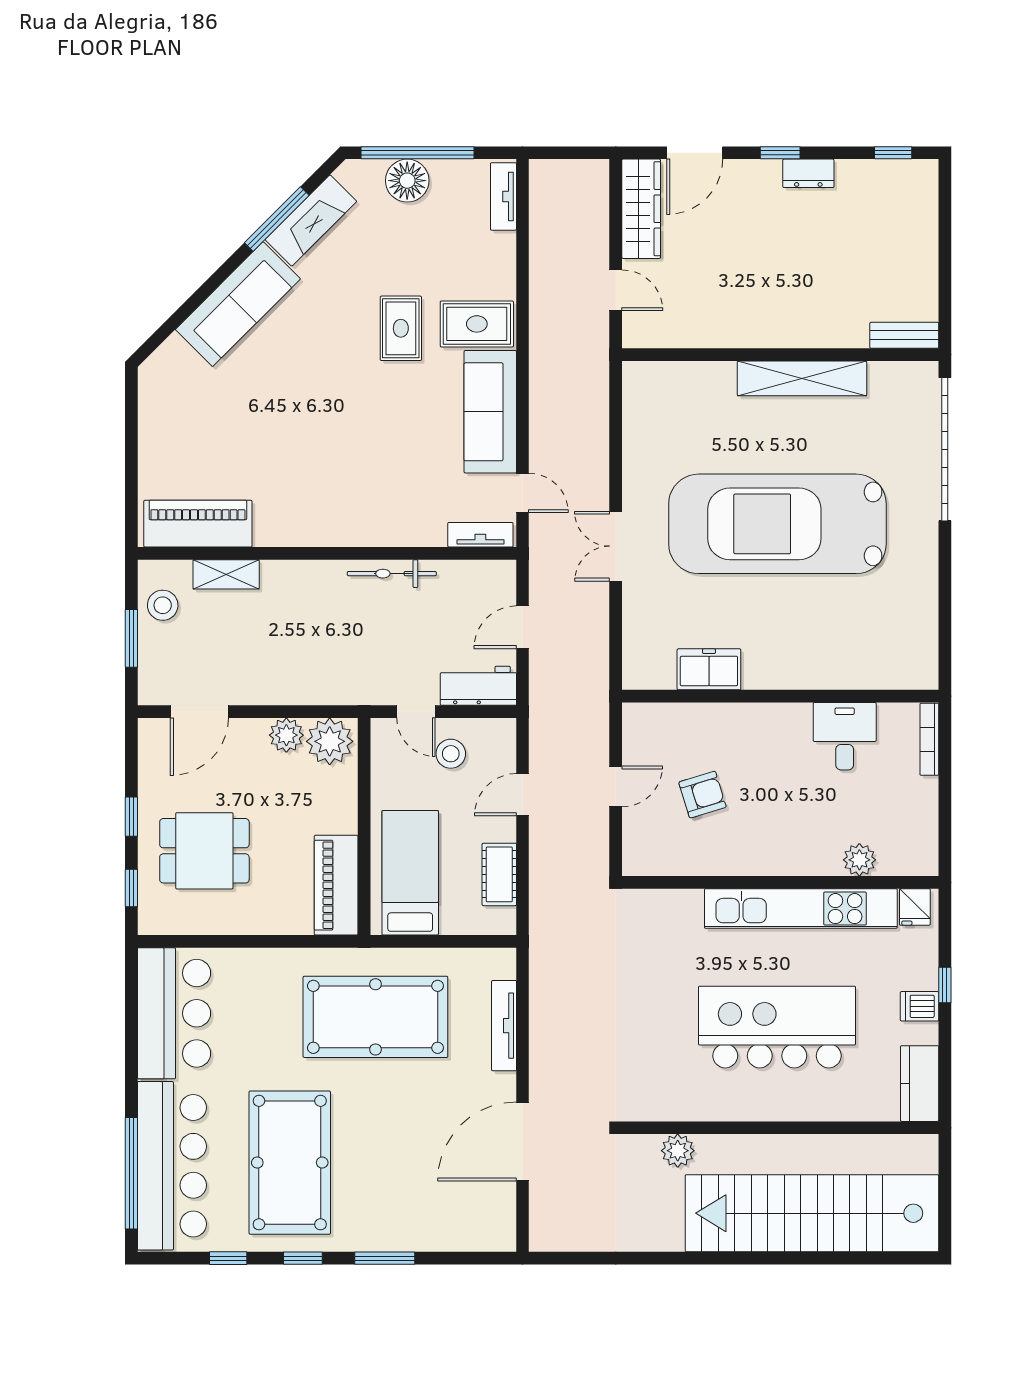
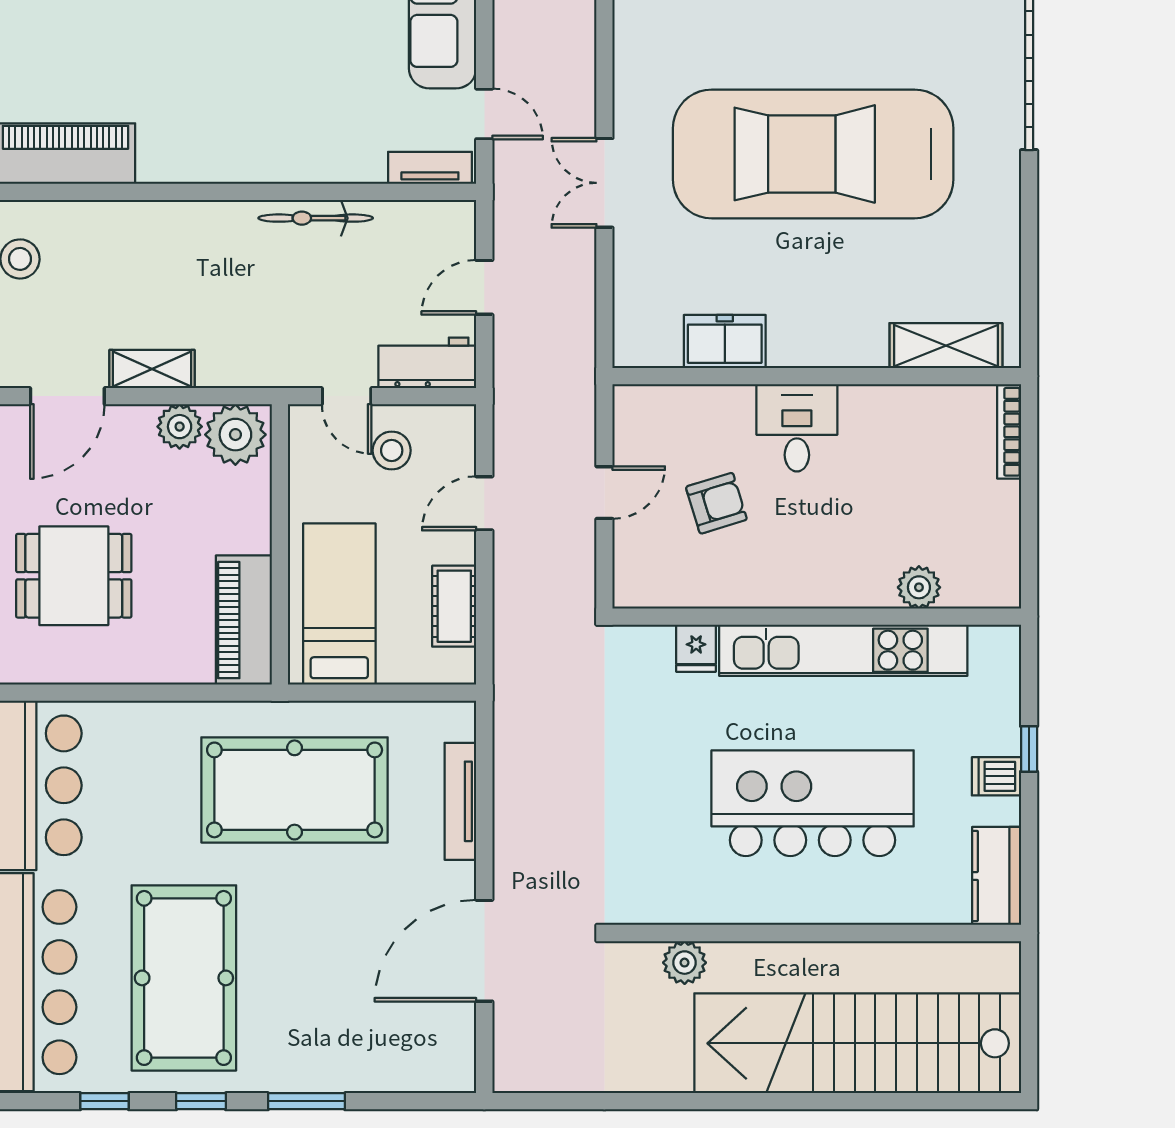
shelving: (226, 574) -> (152, 369), moved
shelving: (880, 672) -> (946, 346), added
desk: (845, 736) -> (797, 428), moved
fridge: (915, 907) -> (696, 648), moved

